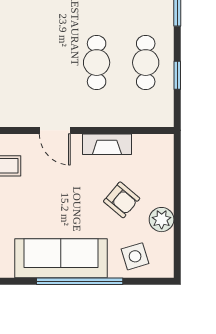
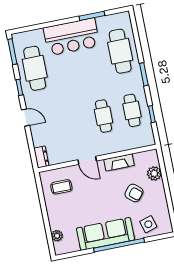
plant: (162, 220) -> (154, 173), moved

